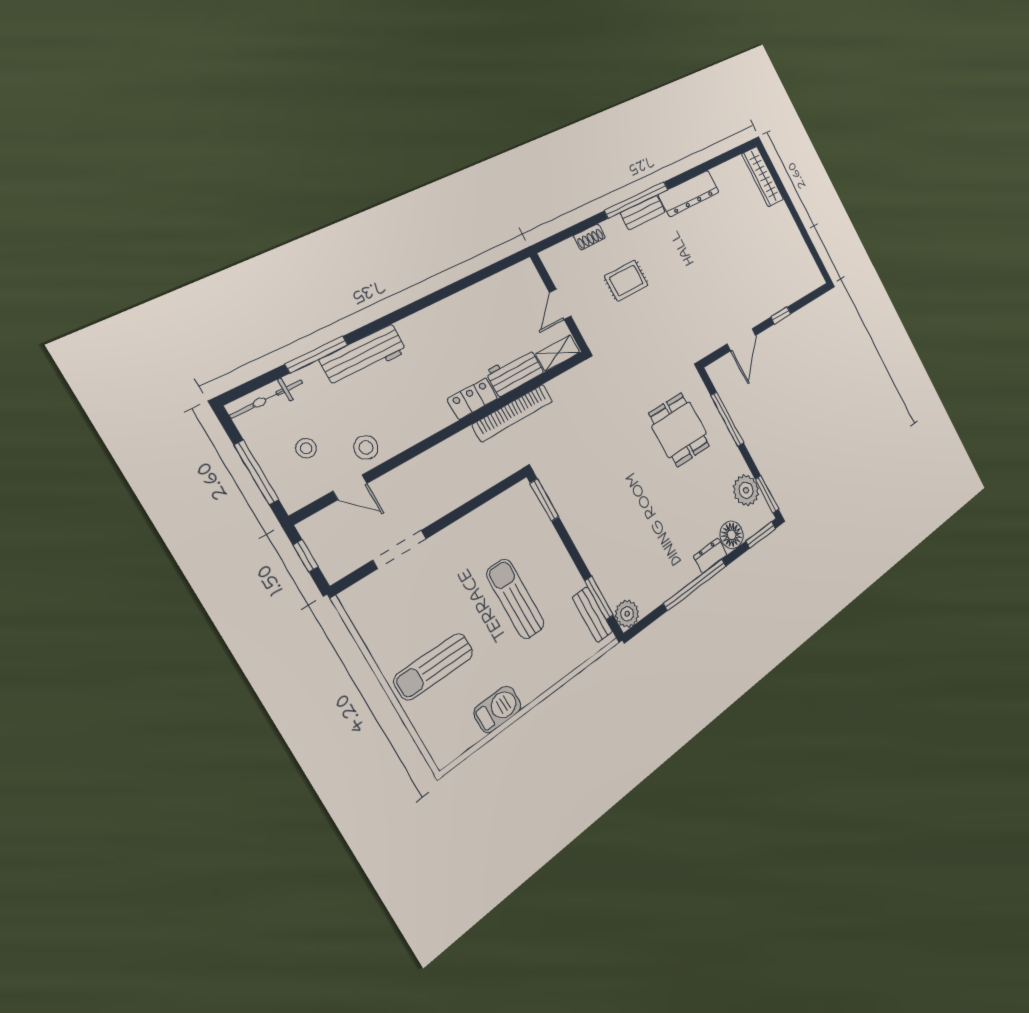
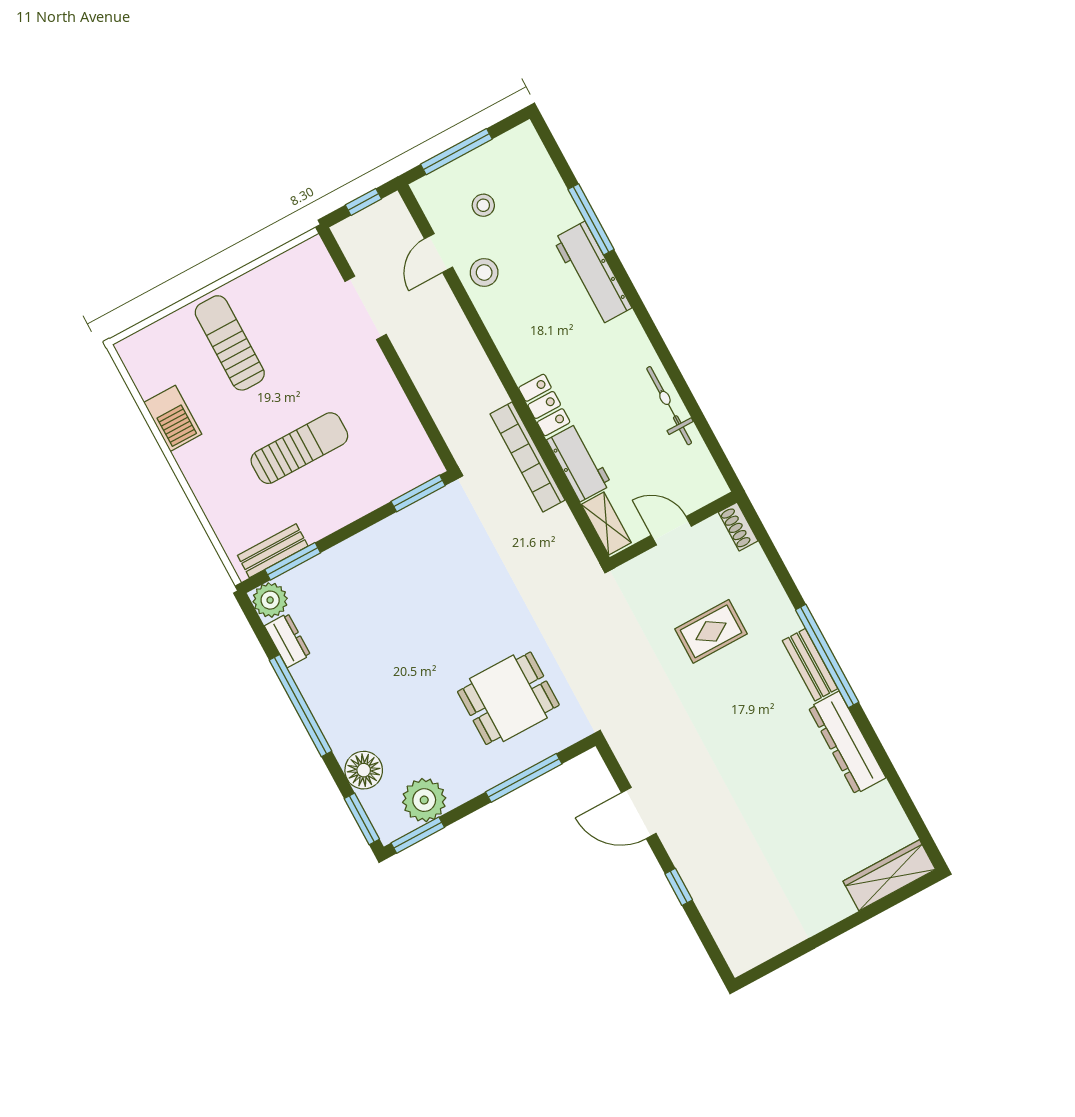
shoe rack: (589, 237) -> (738, 527), moved
rug: (626, 280) -> (711, 631), turned 90
bicycle: (267, 399) -> (669, 406), moved
dresser: (710, 555) -> (288, 640), moved

